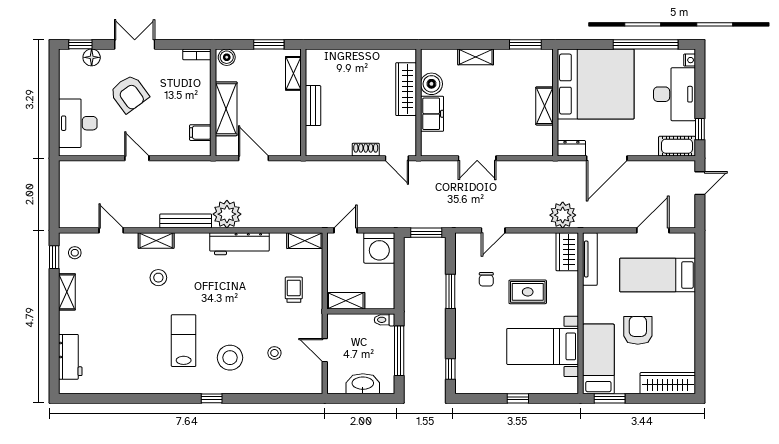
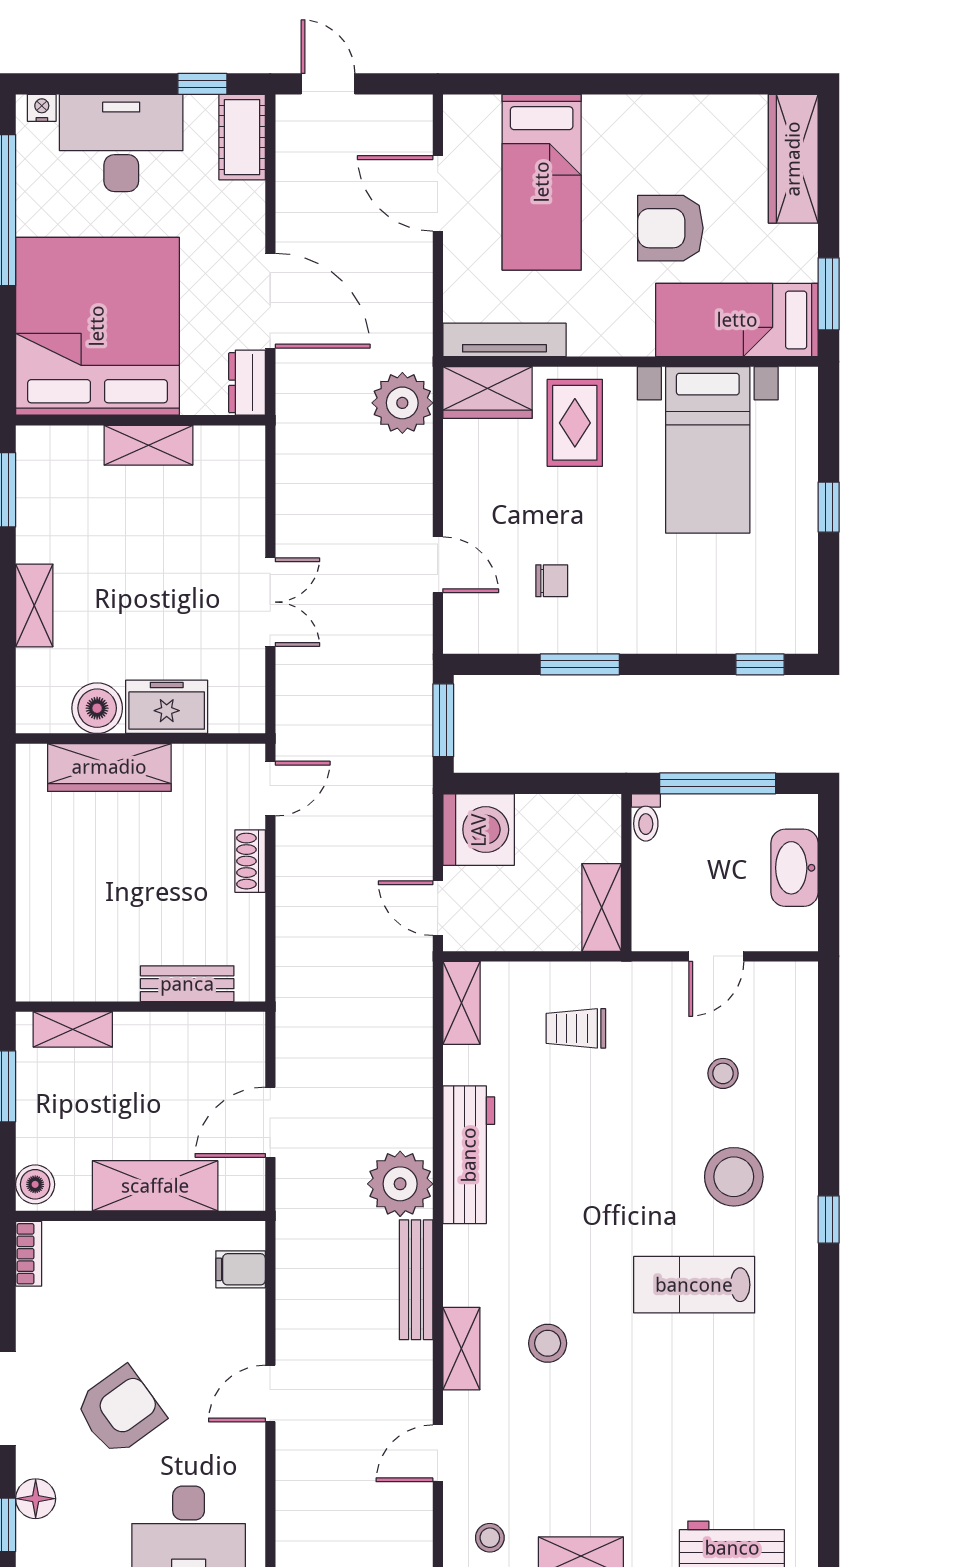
bench: (313, 106) -> (187, 984), moved
filing cabinet: (200, 133) -> (241, 1269), moved, turned 90
rug: (528, 292) -> (575, 423), moved

